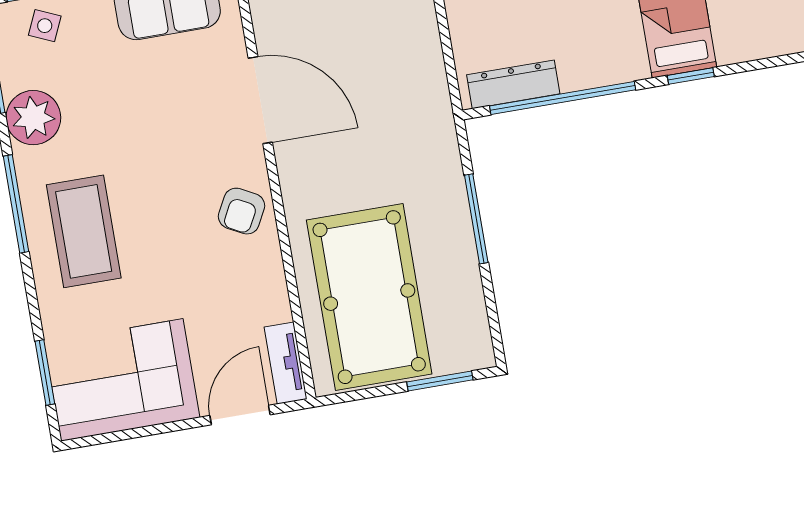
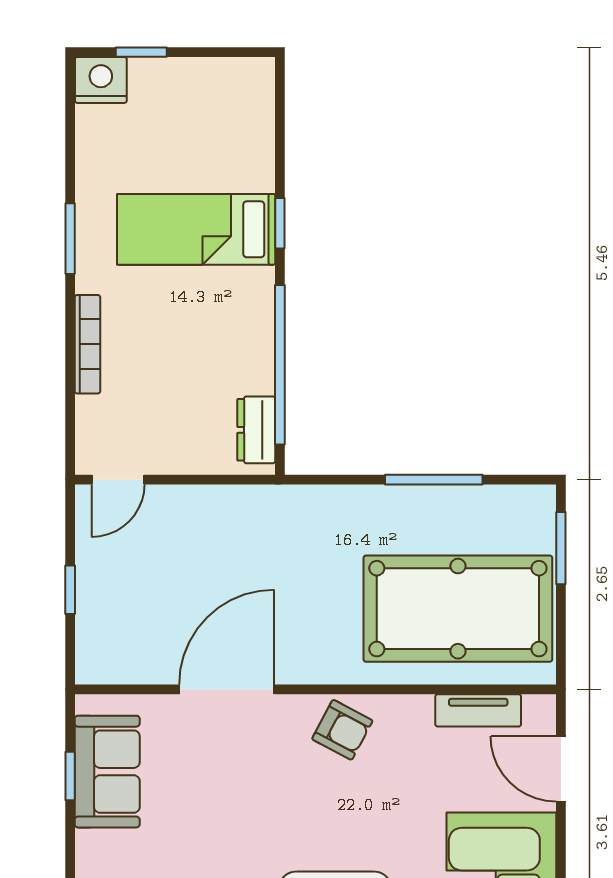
dresser: (513, 84) -> (256, 430), width x0.70
window: (476, 219) -> (434, 480), moved
tv unit: (286, 363) -> (478, 710), moved

